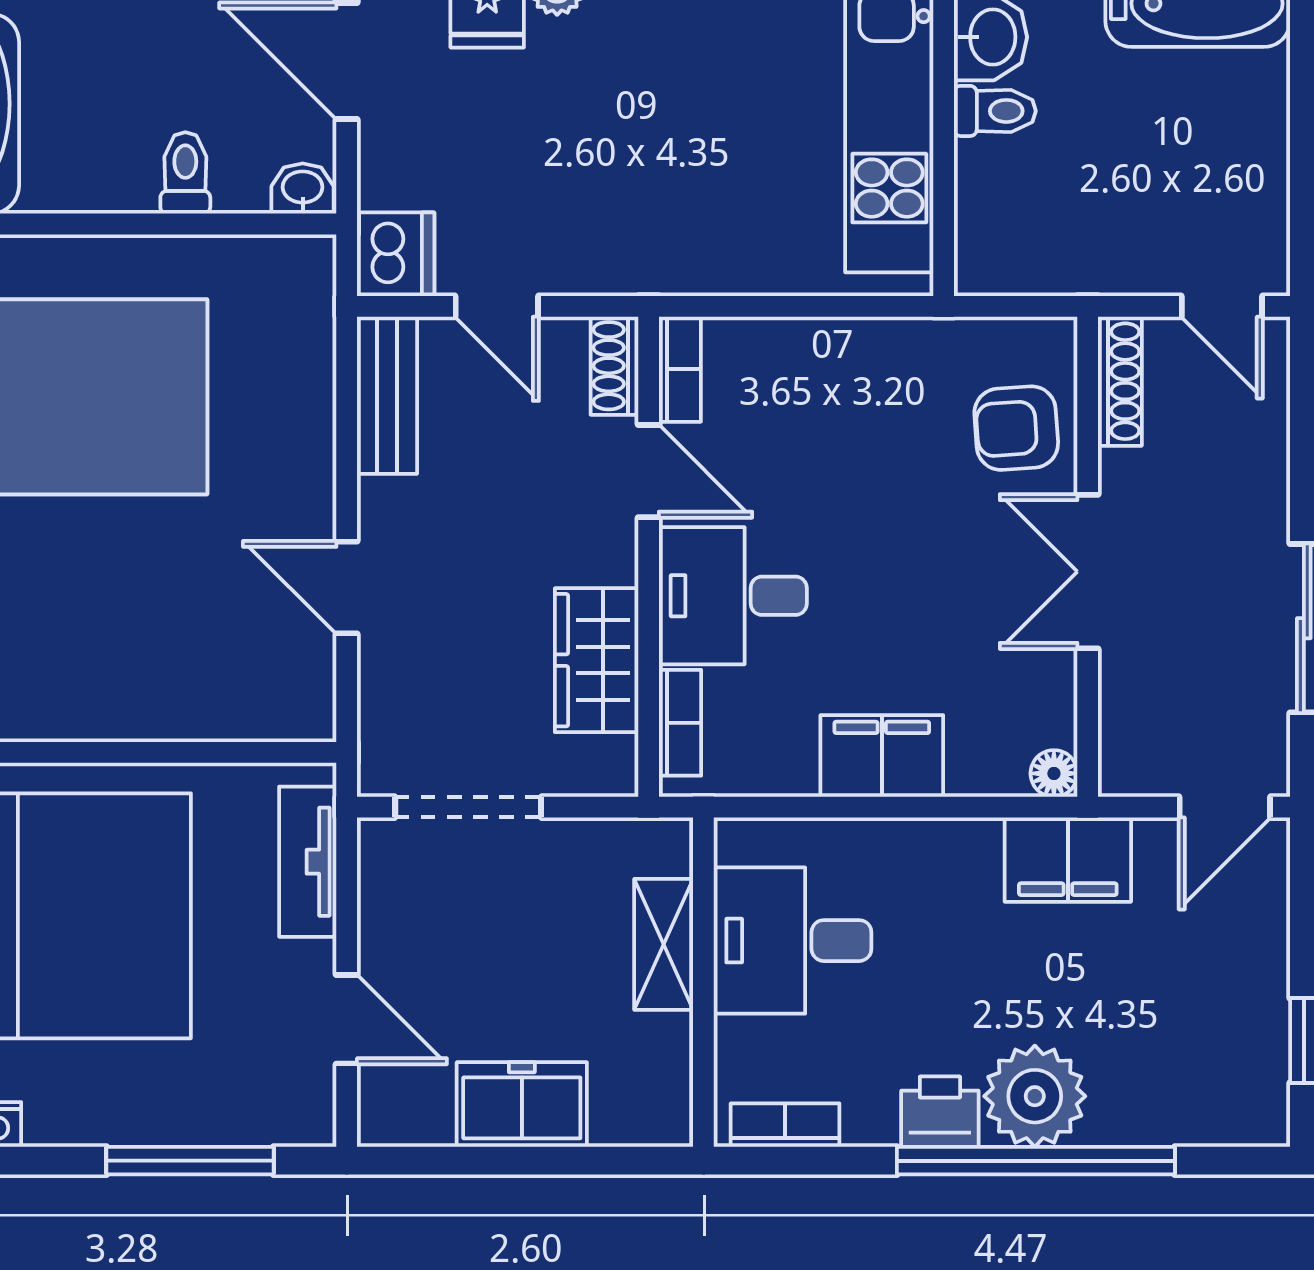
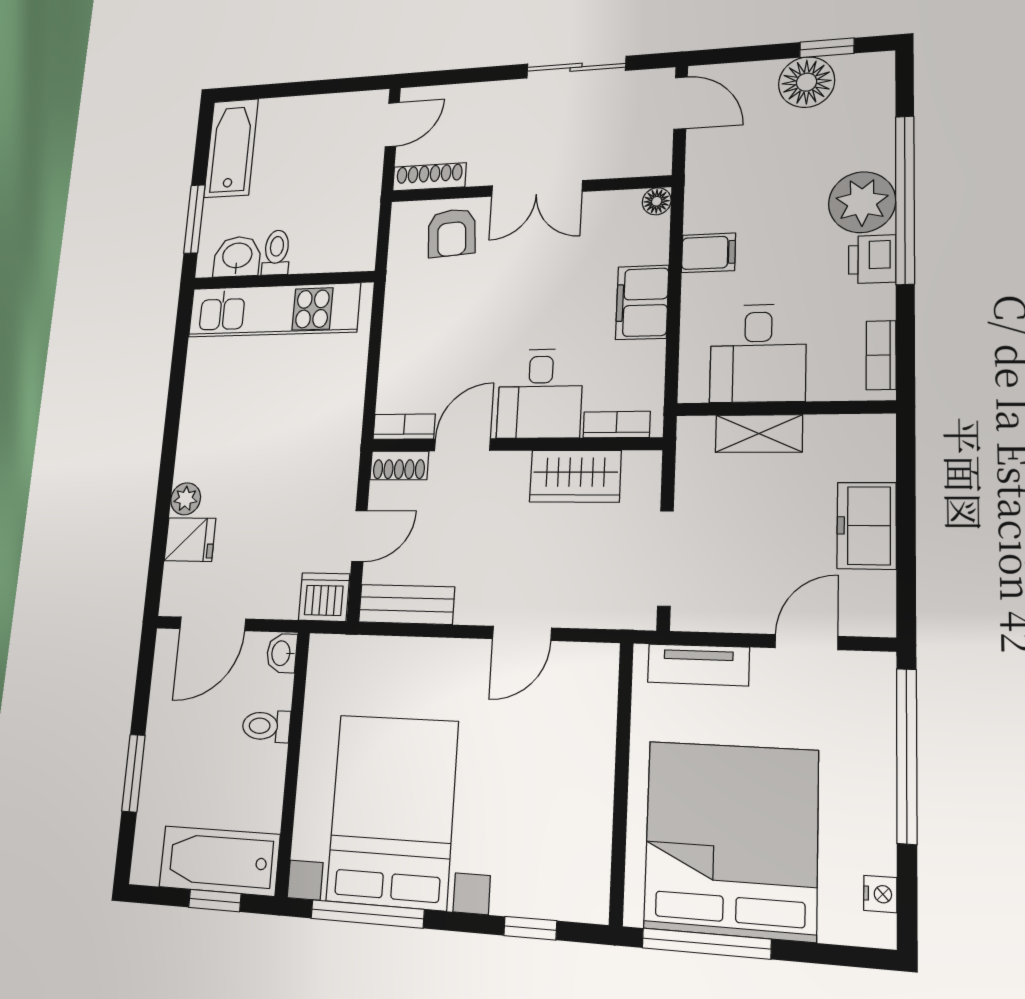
filing cabinet: (1068, 860) -> (708, 253), moved, width x0.50
floor lamp: (1246, 1009) -> (807, 82), added
window: (190, 1161) -> (907, 756), width x1.46

